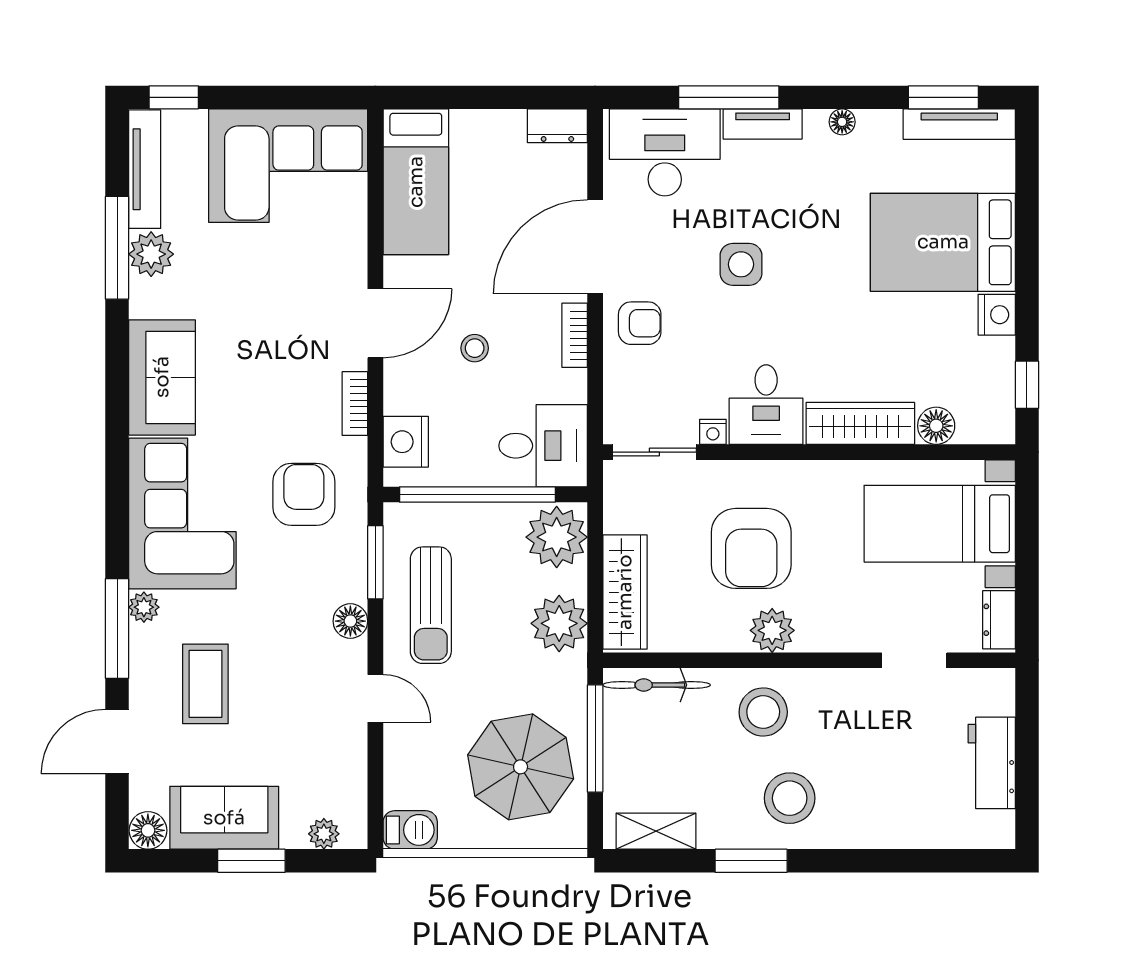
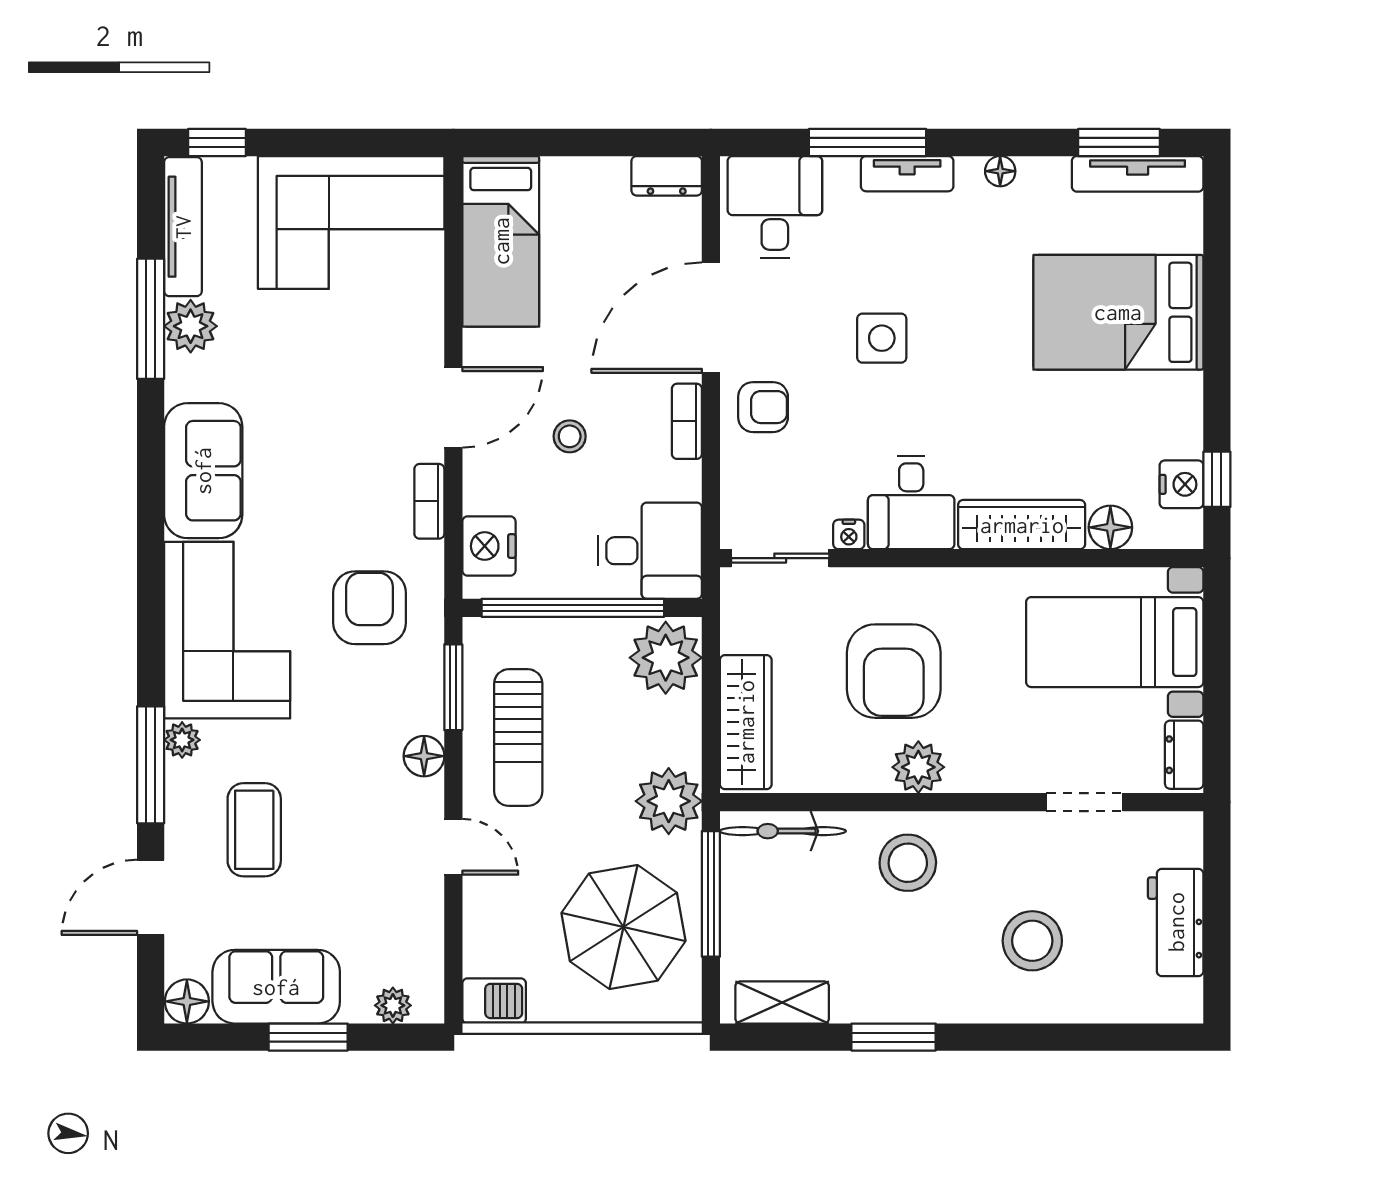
desk: (665, 152) -> (775, 207), width x0.73
nightstand: (997, 315) -> (1181, 484), moved
plant: (559, 623) -> (669, 801), moved
stool: (790, 798) -> (1032, 941), moved

